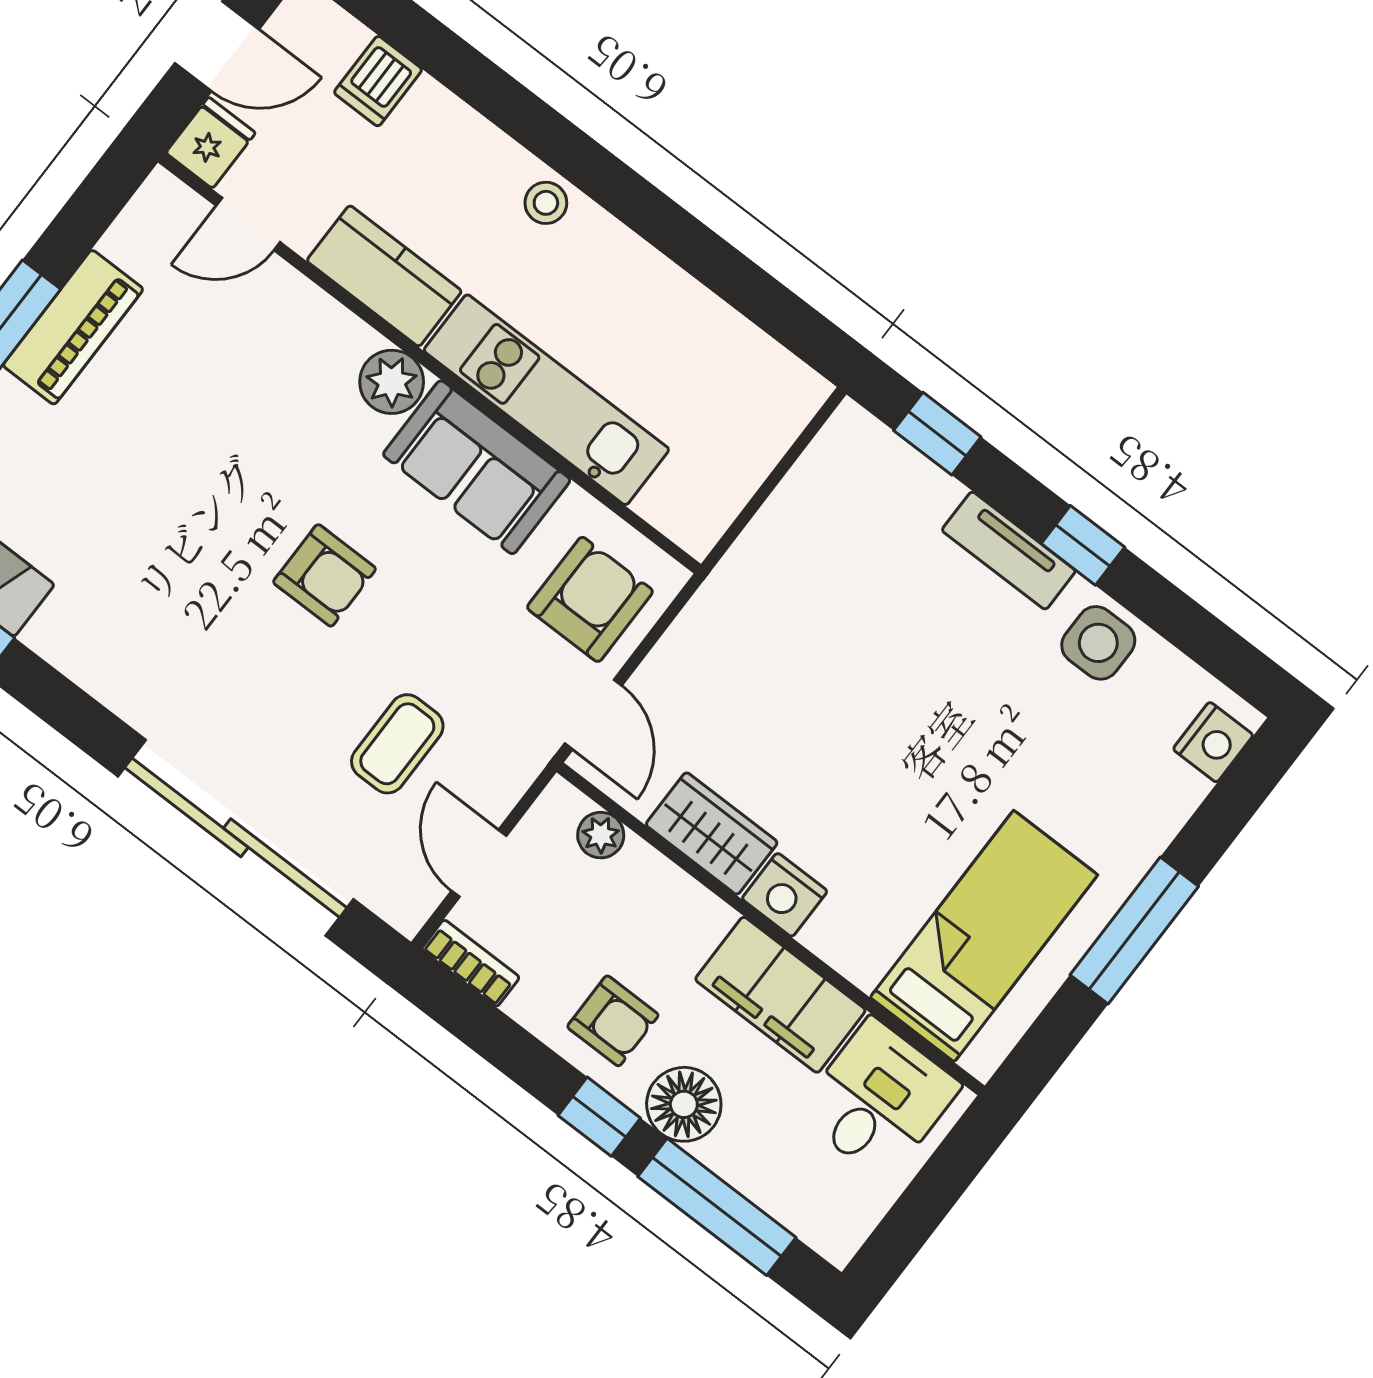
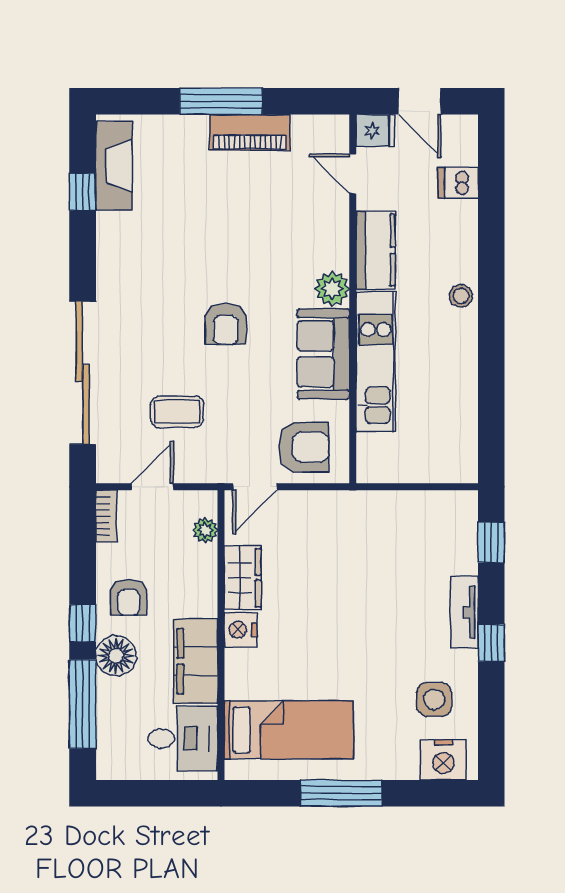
side table: (1098, 643) -> (434, 699), moved
nightstand: (1213, 742) -> (443, 760), width x1.36, depth x1.33

